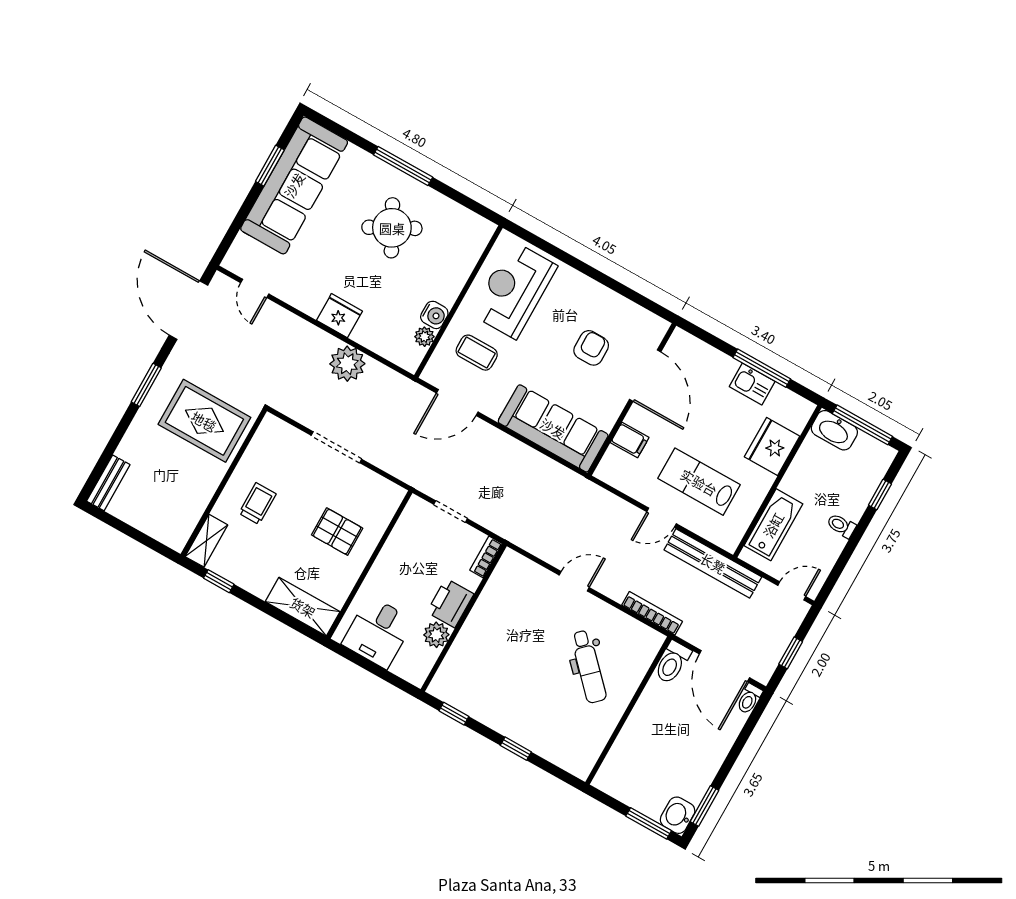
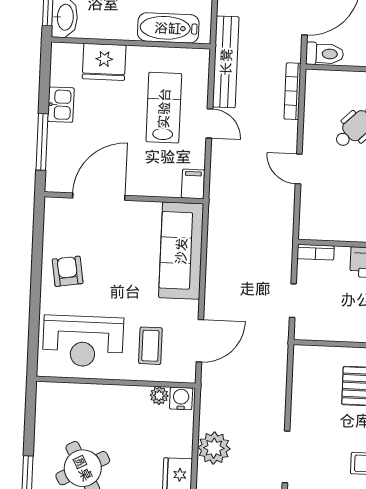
water cooler: (434, 315) -> (181, 398), moved
armchair: (591, 348) -> (68, 271), moved, turned 81
window: (762, 368) -> (42, 142), moved
door: (457, 402) -> (200, 341), hinge flipped
filing cabinet: (630, 440) -> (193, 184), moved
doorway: (336, 447) -> (286, 457), moved
lab bench: (699, 482) -> (164, 108), turned 180

